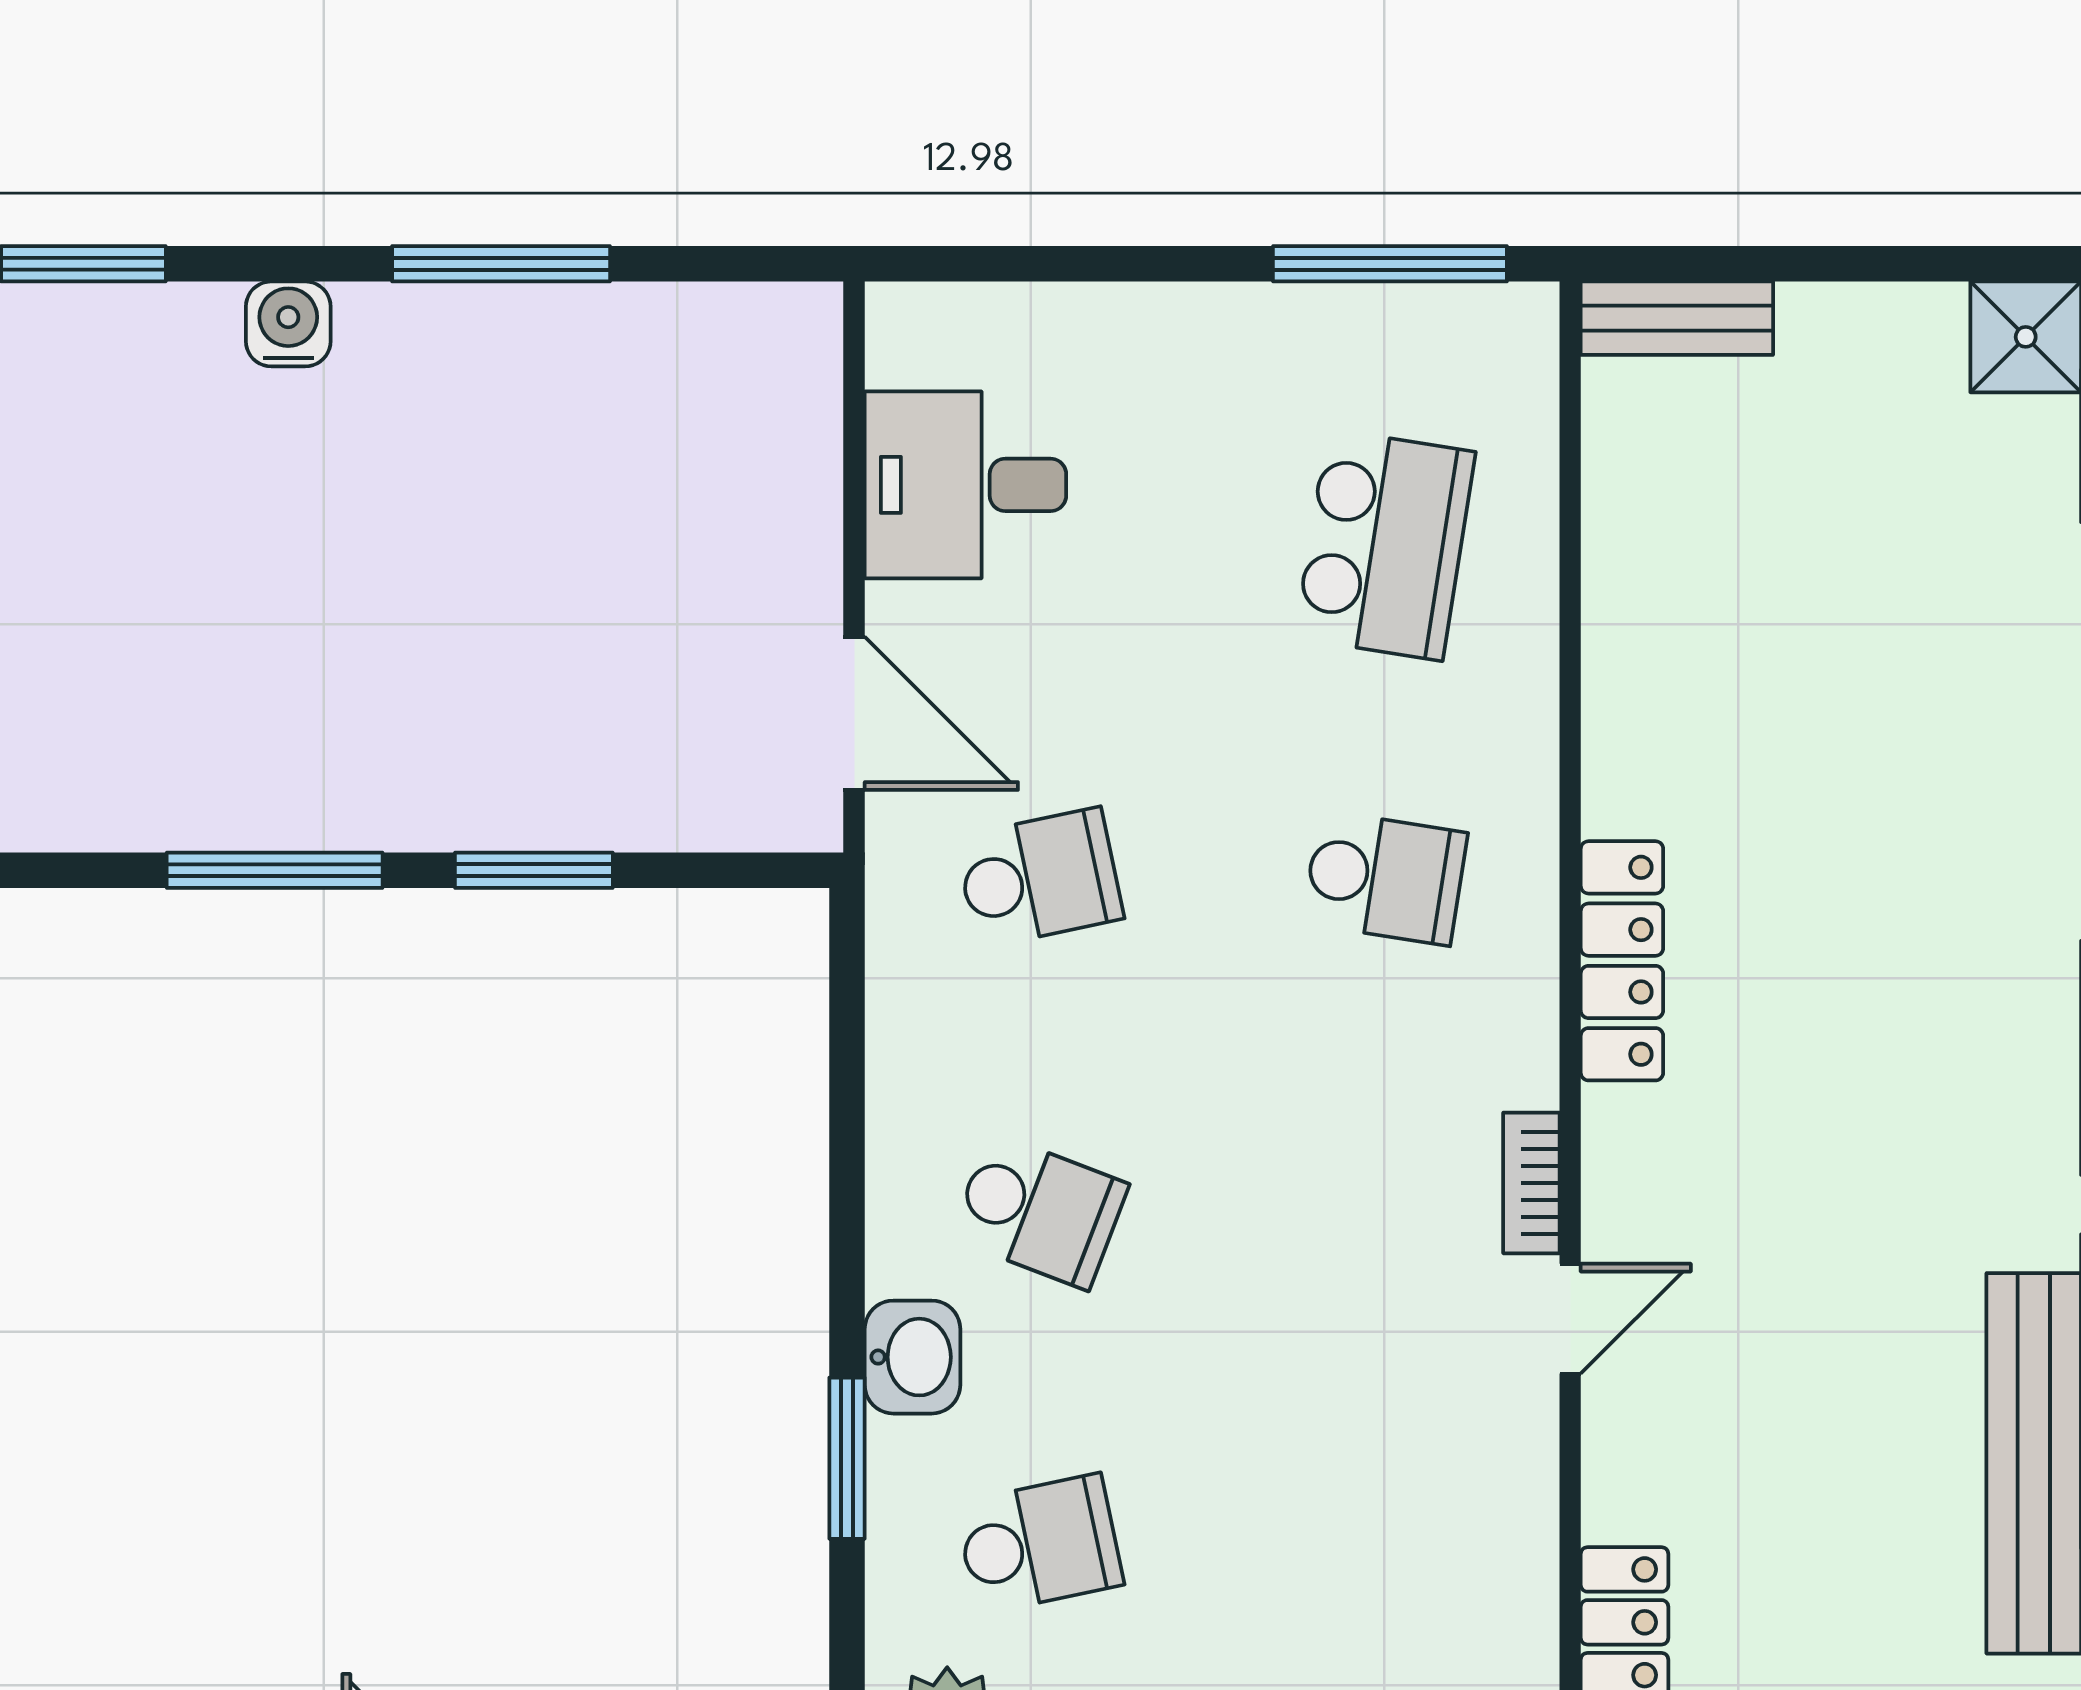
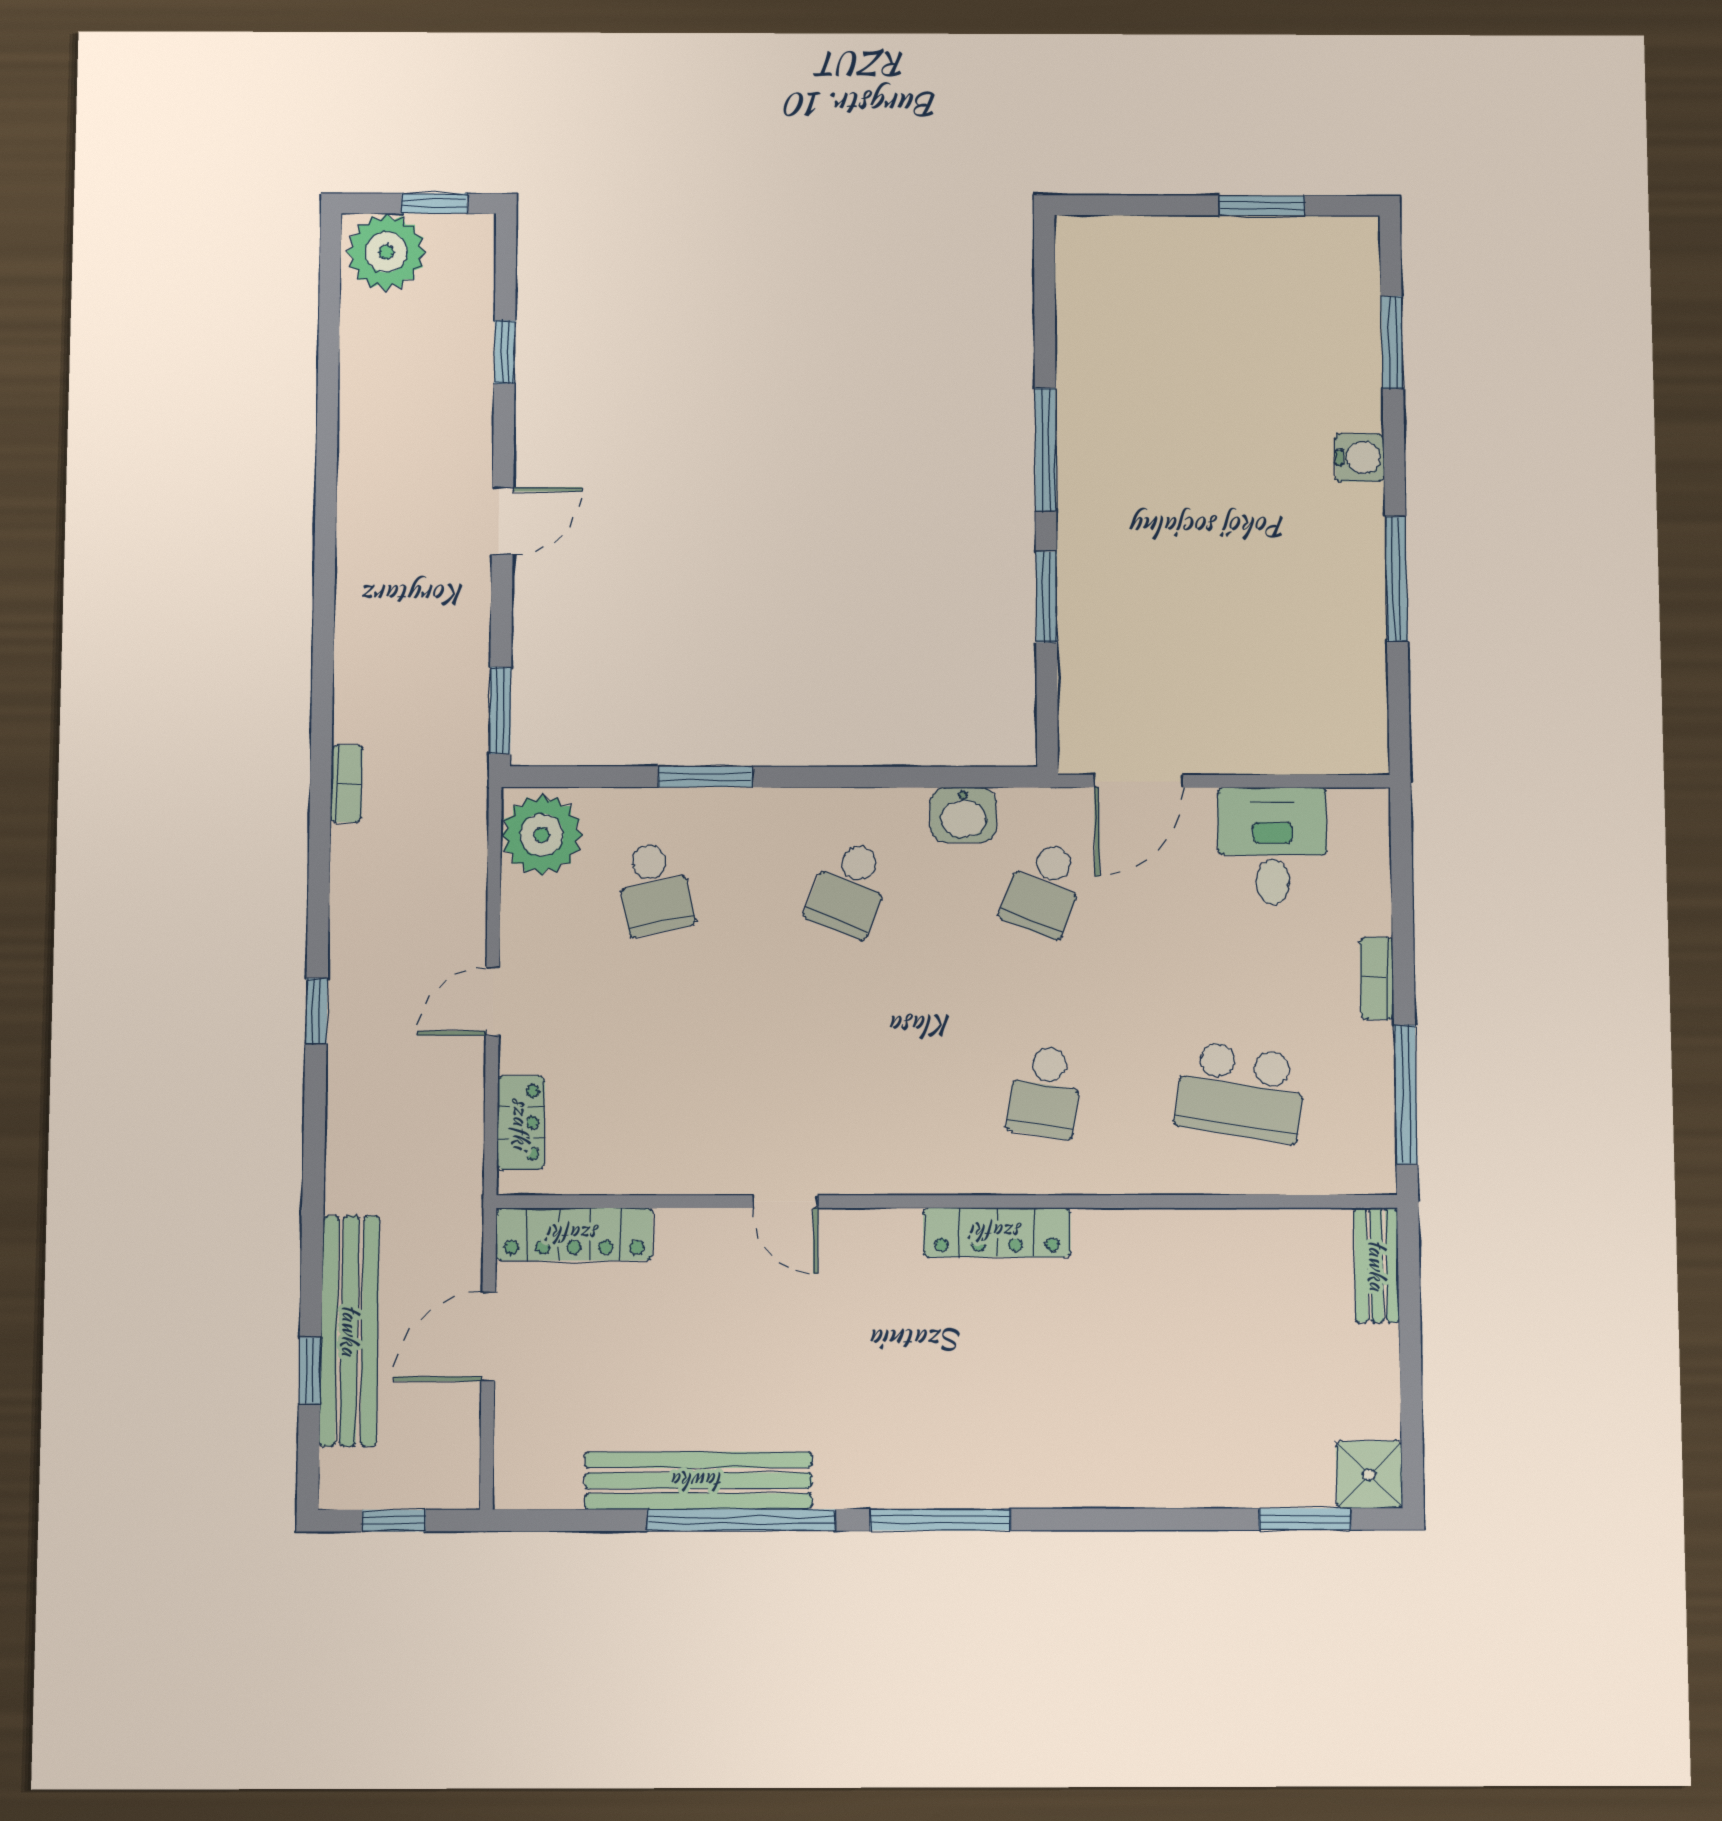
school desk: (1039, 878) -> (1044, 889), turned 33
bookcase: (1531, 1183) -> (1377, 978), moved, turned -90
washbasin: (912, 1357) -> (963, 815), moved

